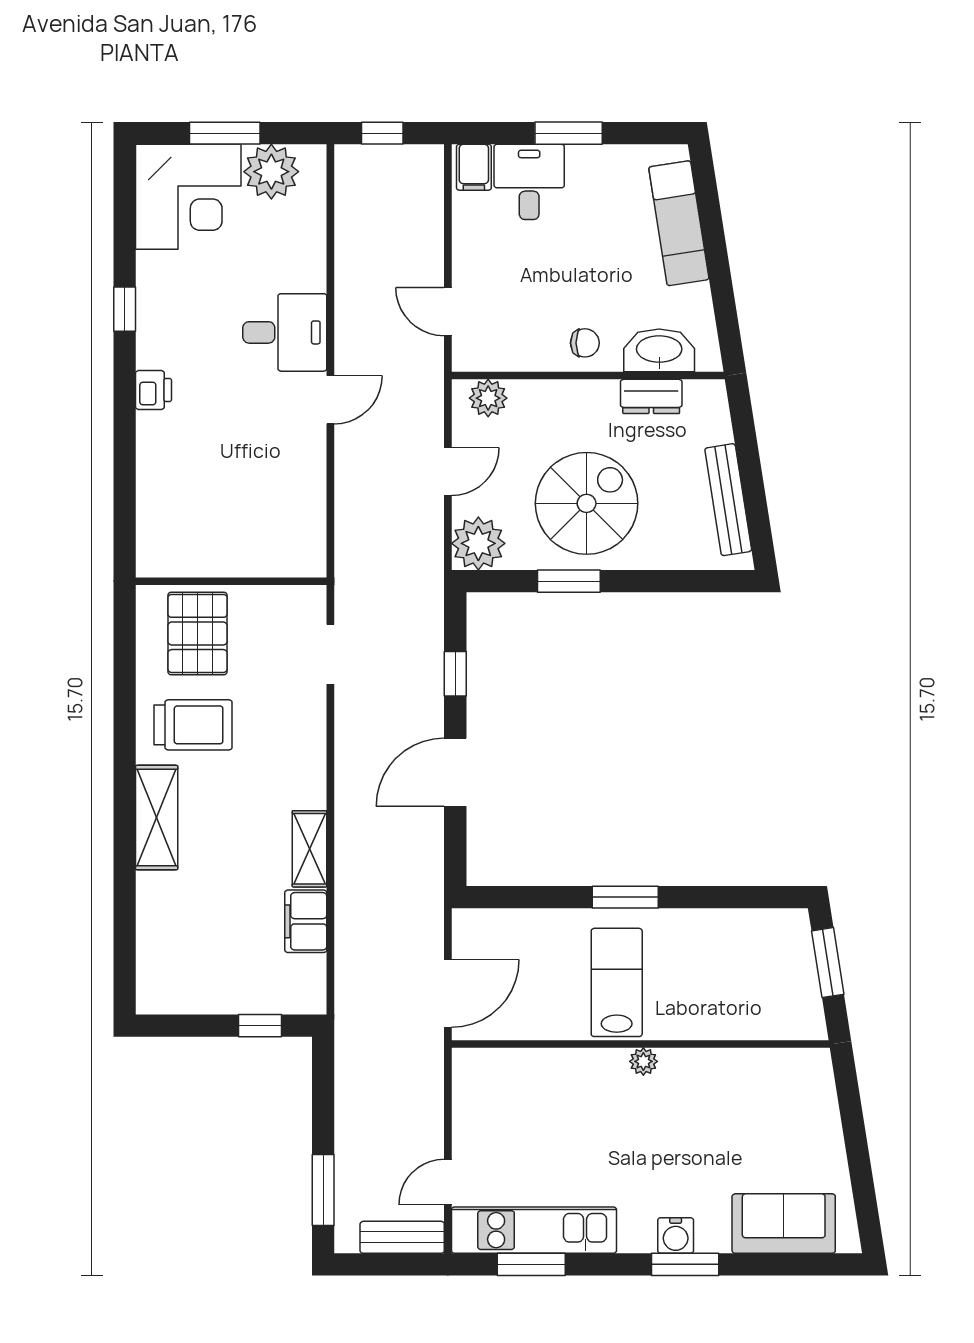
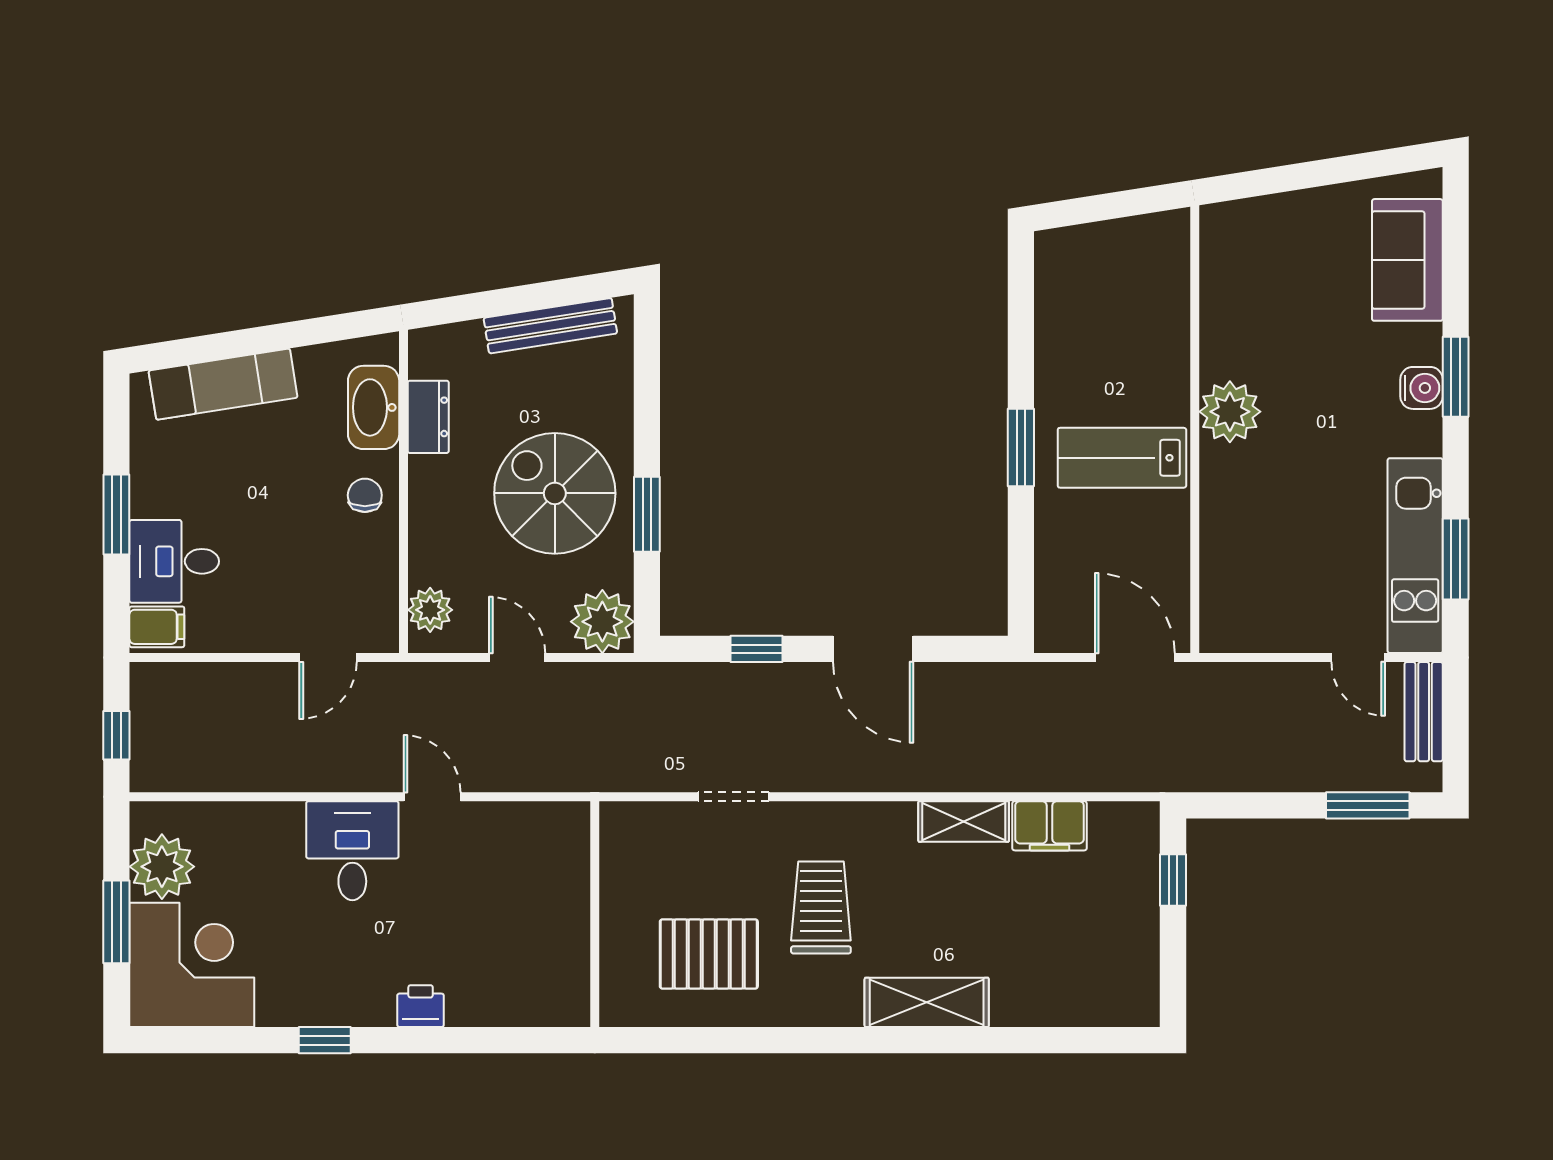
wall: (231, 581) -> (595, 914), moved
trolley: (193, 725) -> (821, 907), moved
window: (828, 963) -> (1098, 208), removed
plant: (643, 1061) -> (1230, 412), width x1.88, depth x1.88

